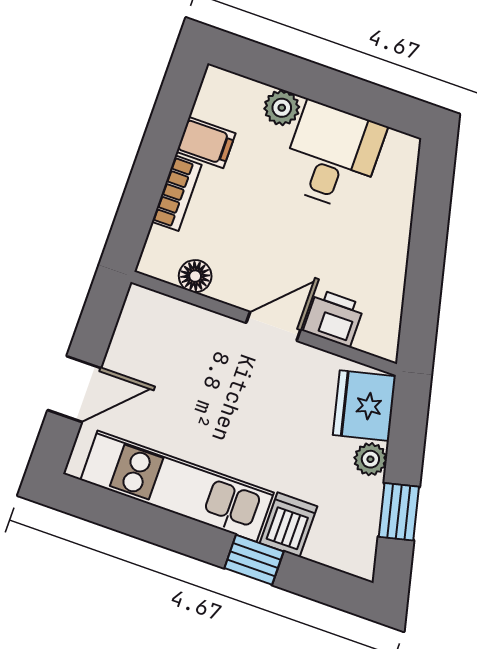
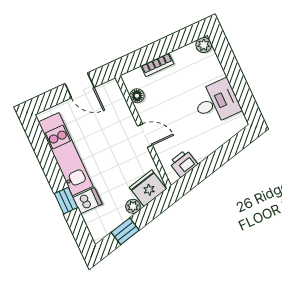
plant: (282, 108) -> (204, 45), moved
filing cabinet: (206, 143) -> (182, 58), removed
printer: (334, 318) -> (183, 163), moved, turned -103
door: (74, 389) -> (80, 85), moved

